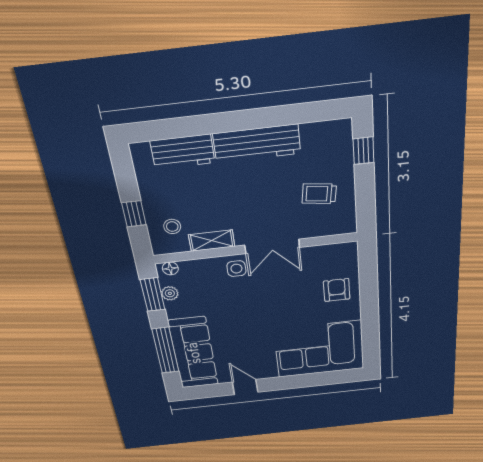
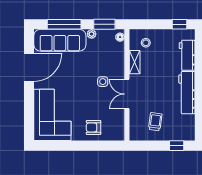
window: (134, 214) -> (179, 24), moved
side table: (236, 269) -> (103, 82), moved
armchair: (337, 290) -> (94, 127), turned 180
plant: (170, 293) -> (92, 34), moved
door: (245, 387) -> (29, 67), width x1.87

